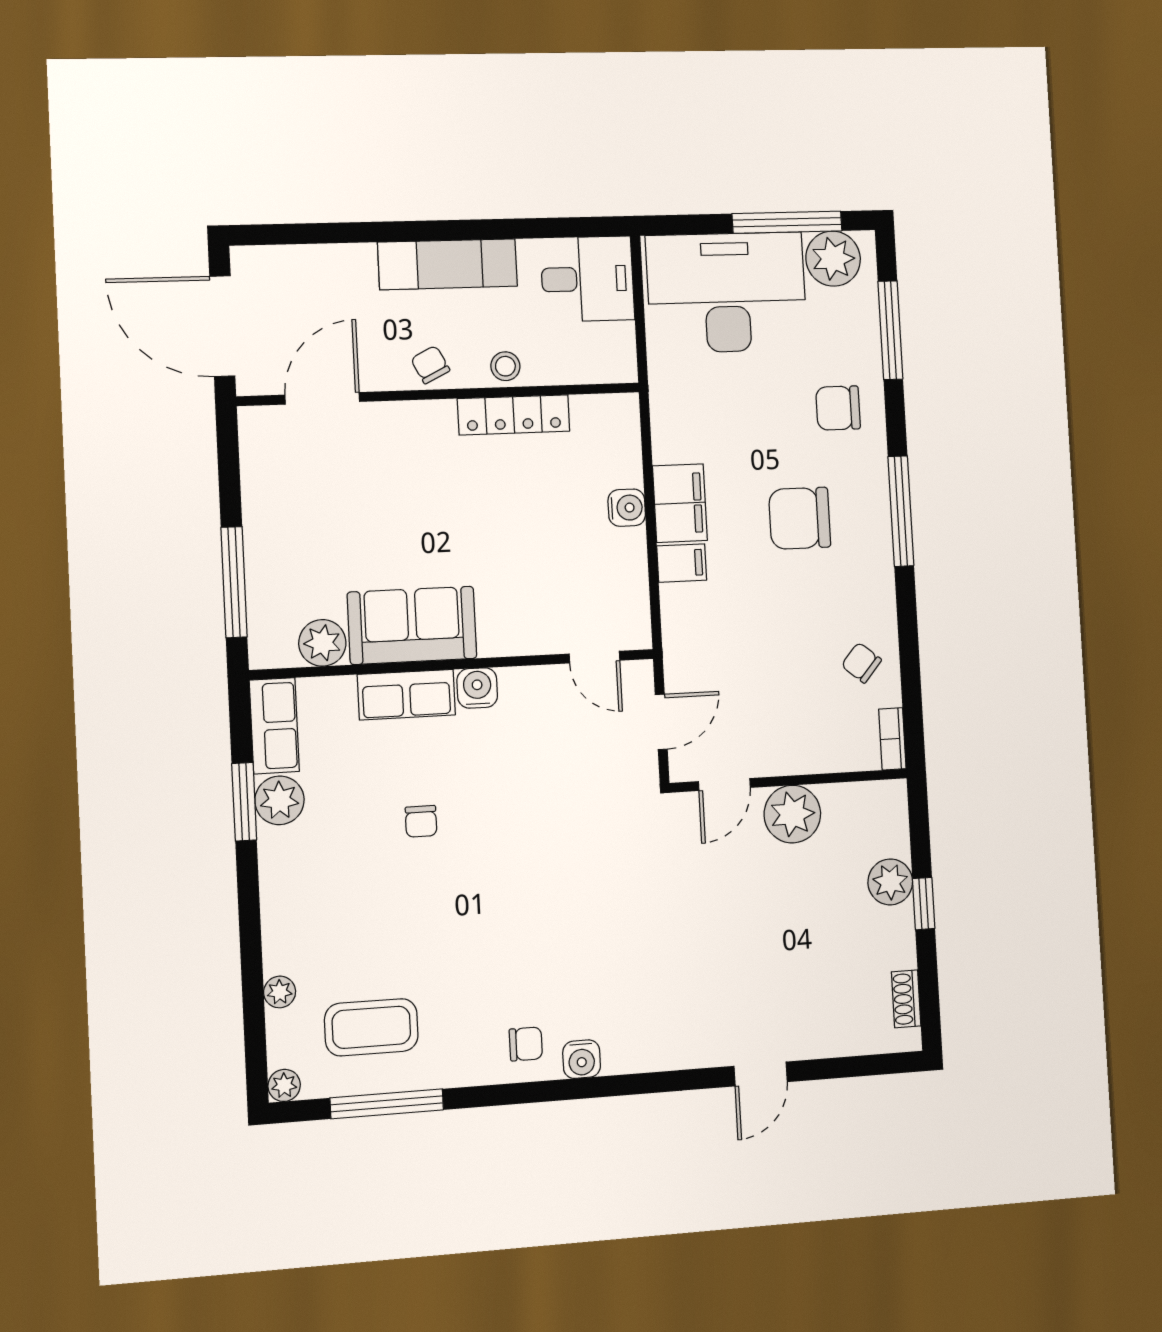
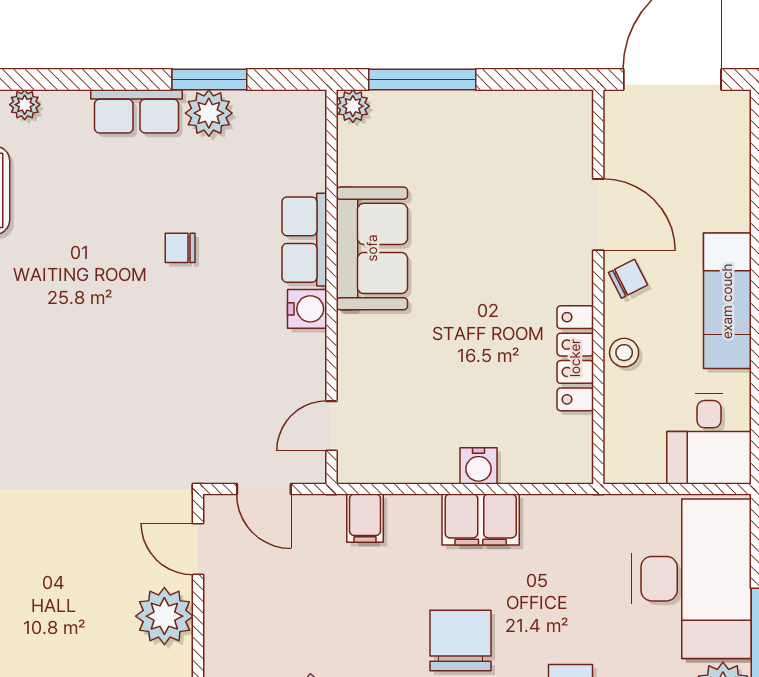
door: (322, 398) -> (598, 215), moved
filing cabinet: (682, 563) -> (365, 518), moved
plant: (322, 643) -> (353, 106), moved, width x0.73, depth x0.73
row of seats: (274, 726) -> (137, 111), moved

